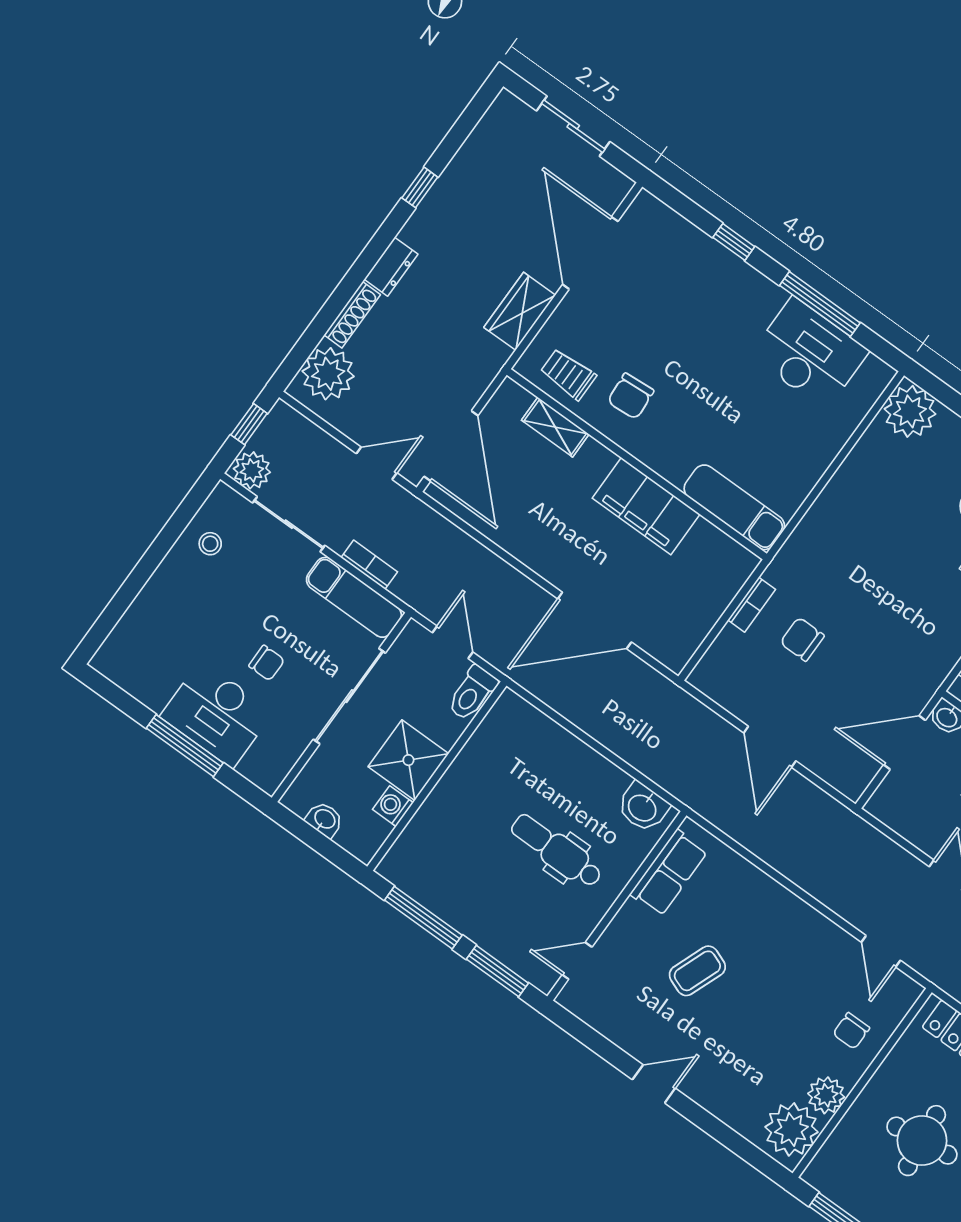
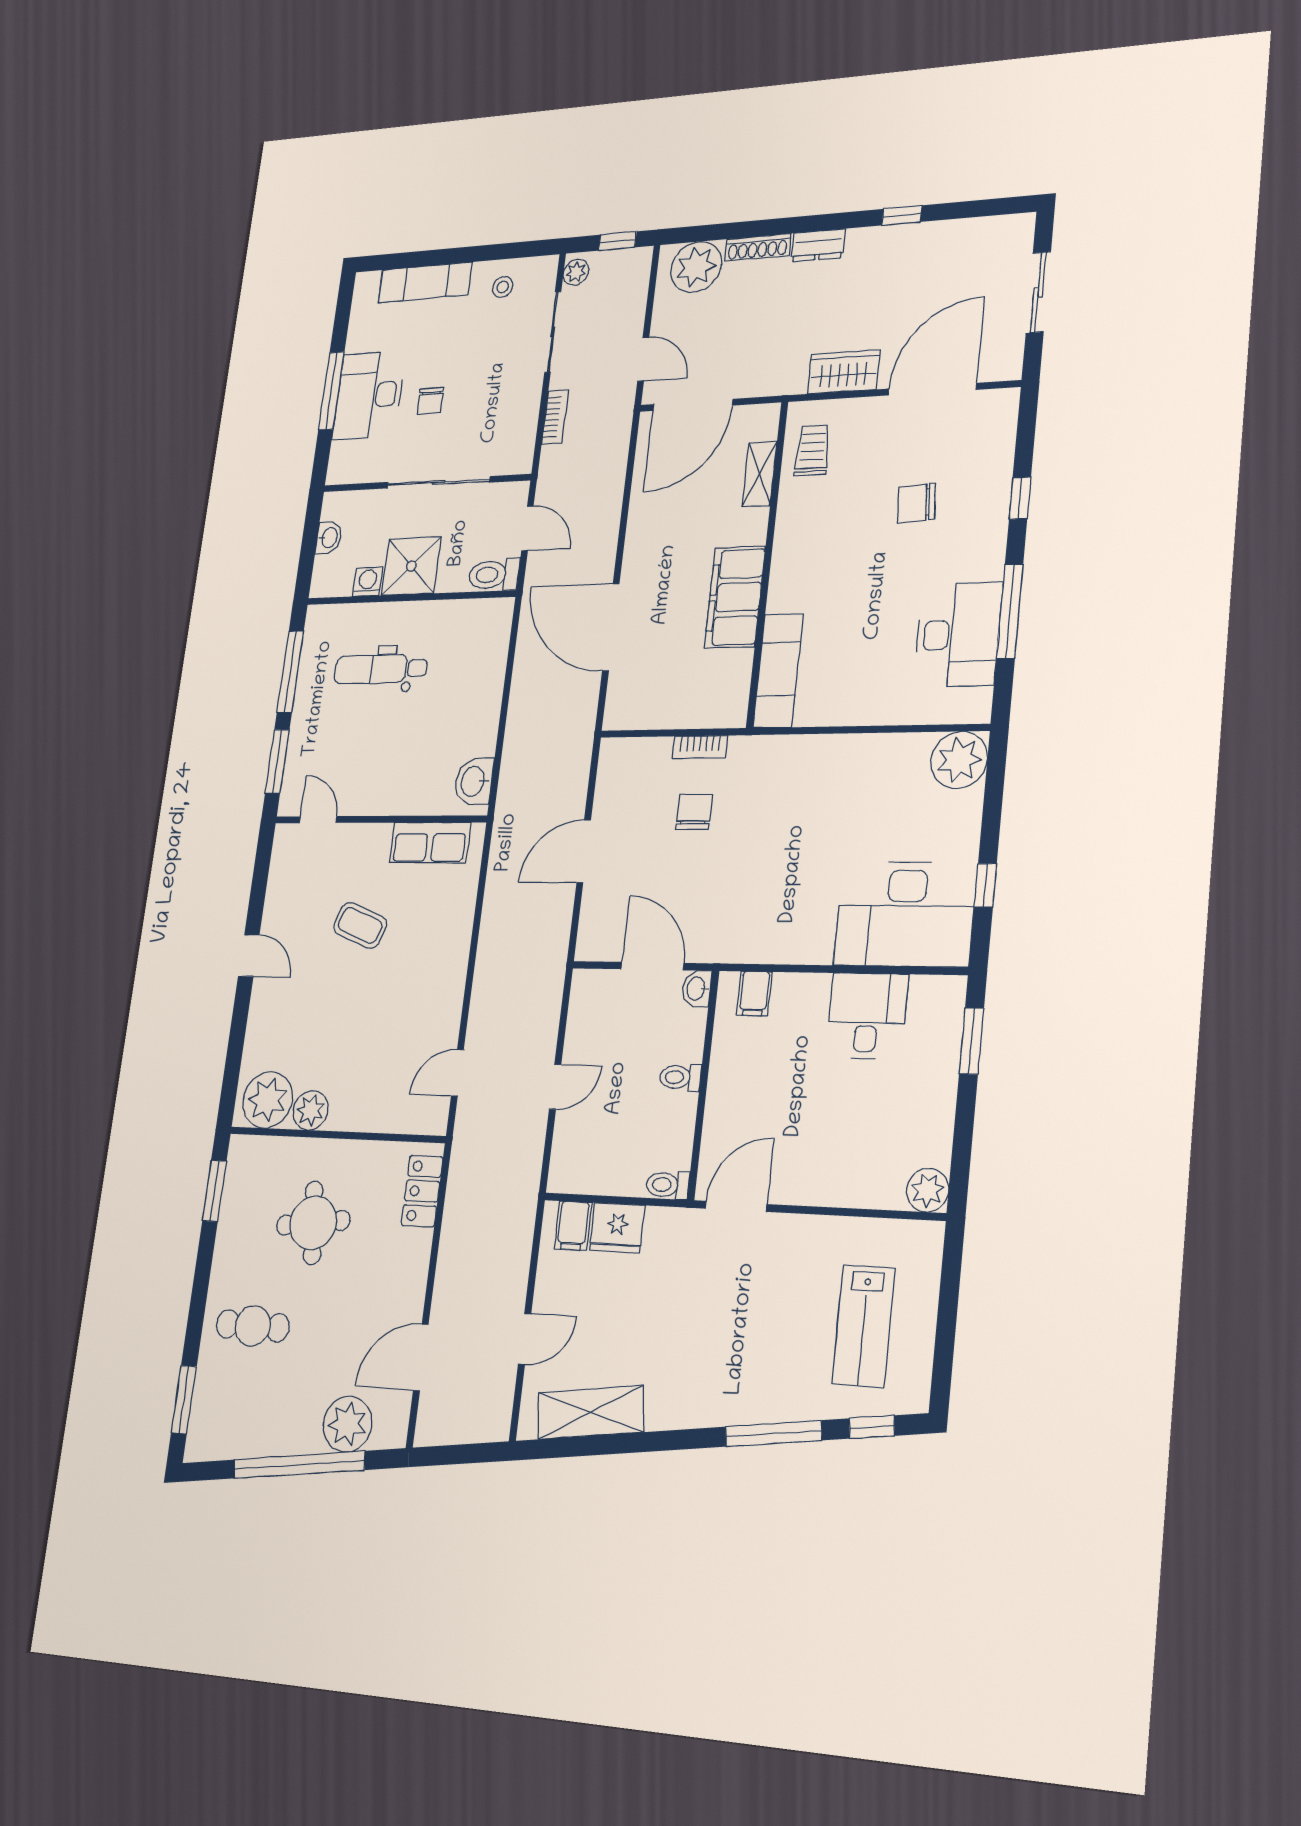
chair: (631, 396) -> (917, 503), moved
plant: (252, 470) -> (576, 272), width x0.73, depth x0.73
exam couch: (354, 597) -> (425, 282), moved, turned -90
door: (453, 642) -> (527, 528), hinge flipped
dental chair: (557, 851) -> (381, 669), moved, turned -90
chair: (851, 1031) -> (376, 1094), removed

